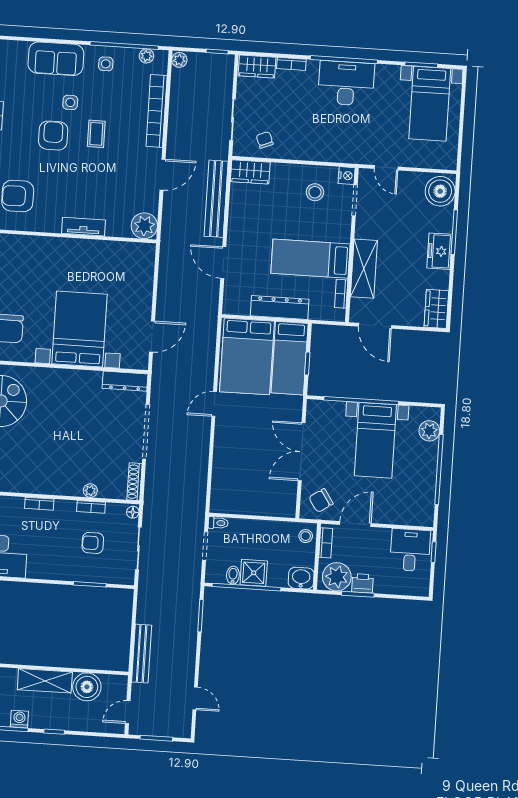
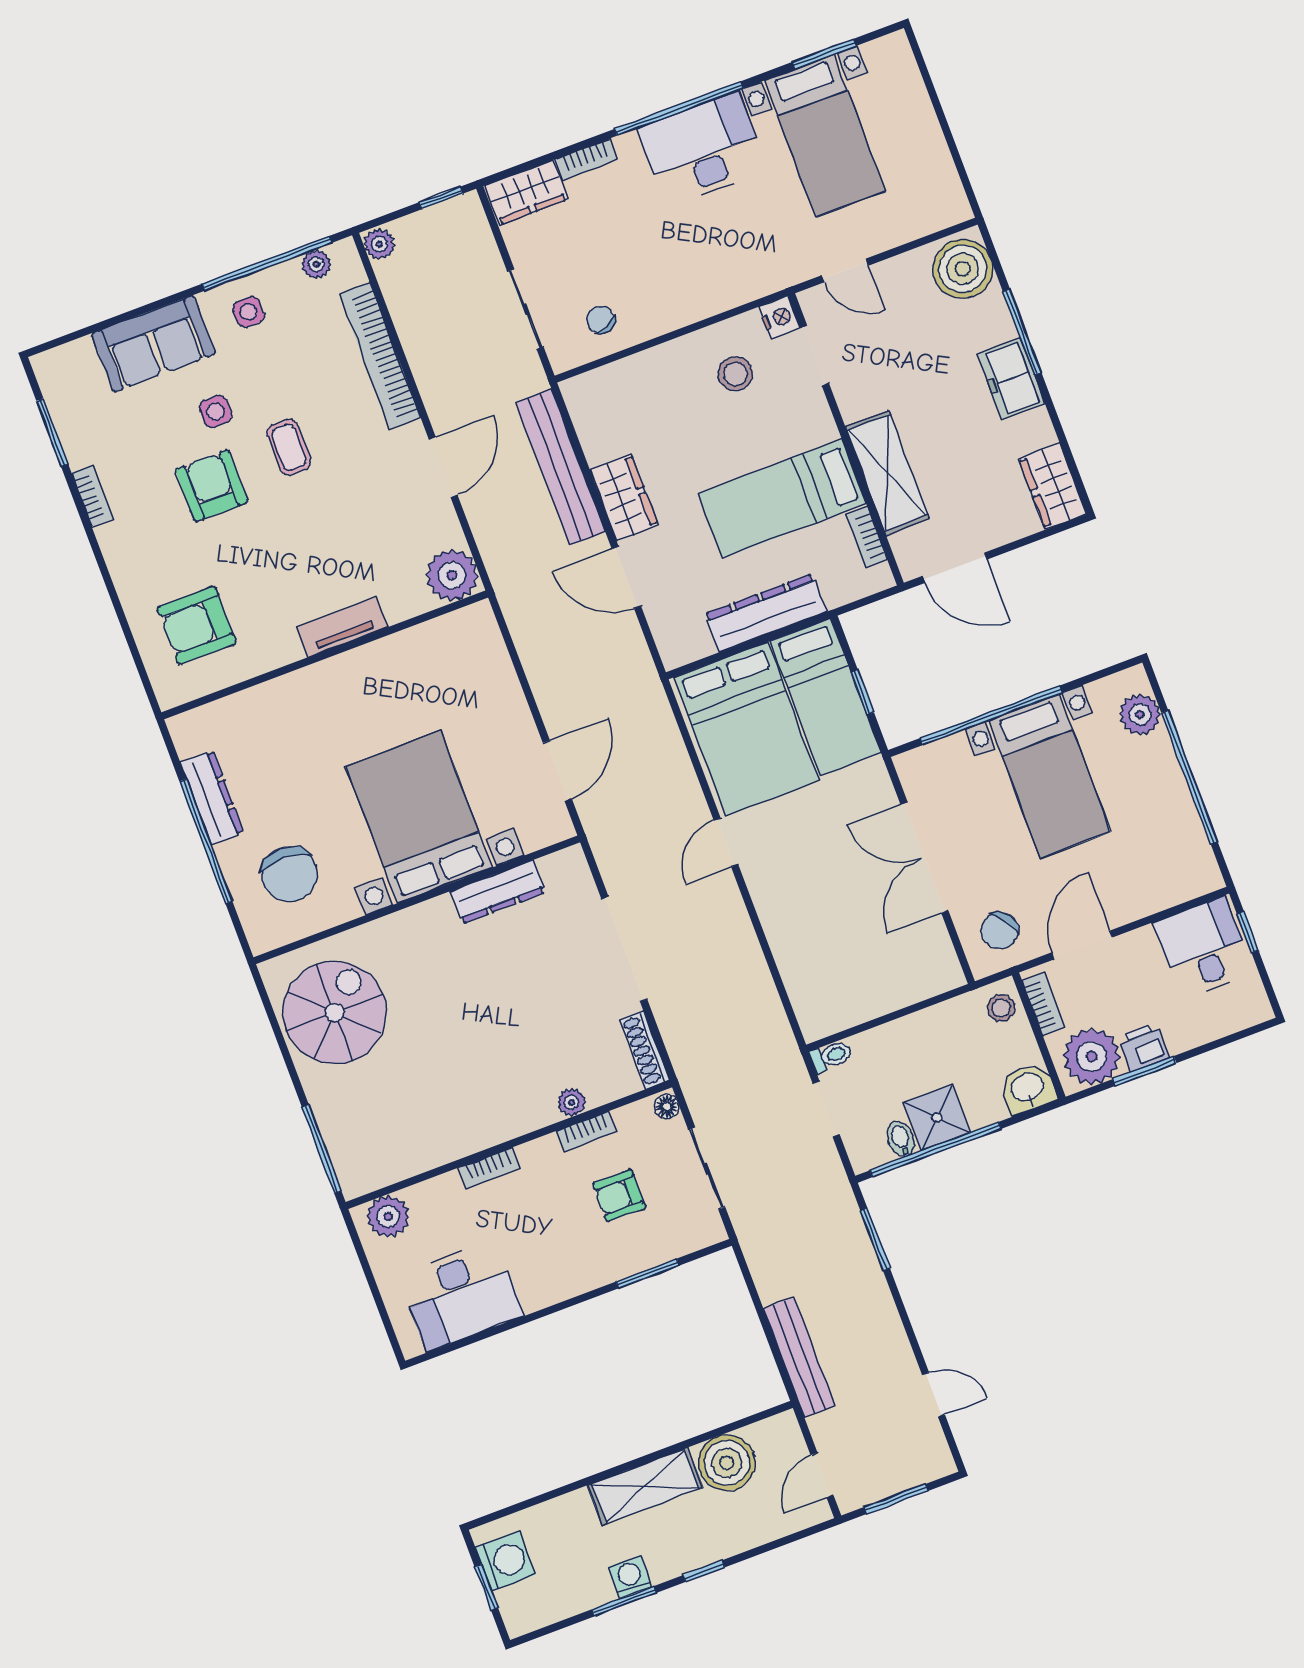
bed with nightstands: (430, 104) -> (825, 136), moved
wardrobe: (250, 172) -> (624, 497), moved, turned -90
dresser: (125, 381) -> (498, 892), moved

